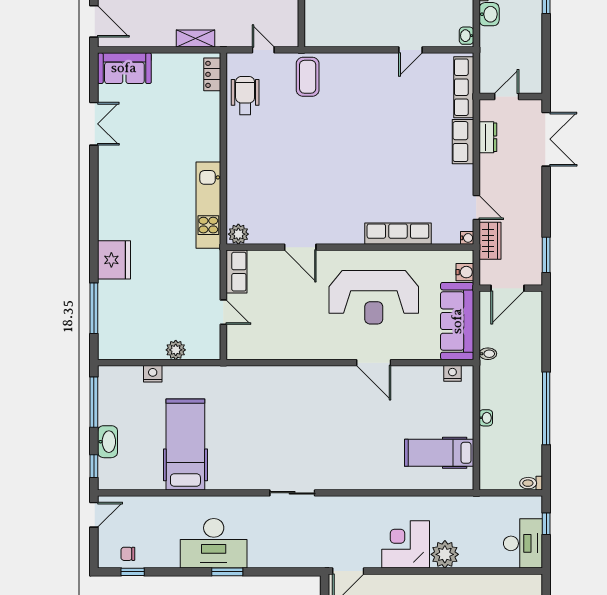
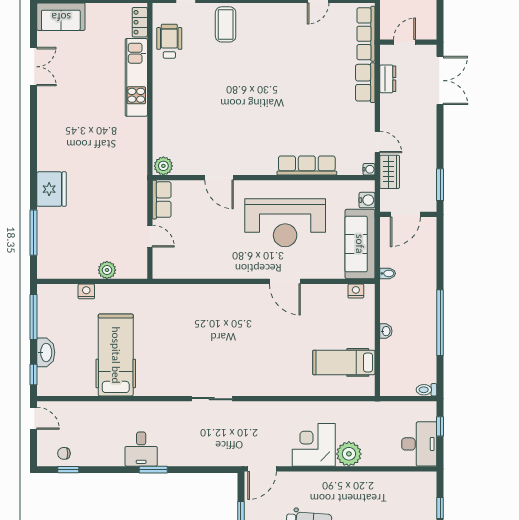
kitchen unit: (208, 205) -> (136, 77), moved
door: (94, 515) -> (33, 418), hinge flipped
desk: (214, 543) -> (141, 449), width x0.53, depth x0.77

